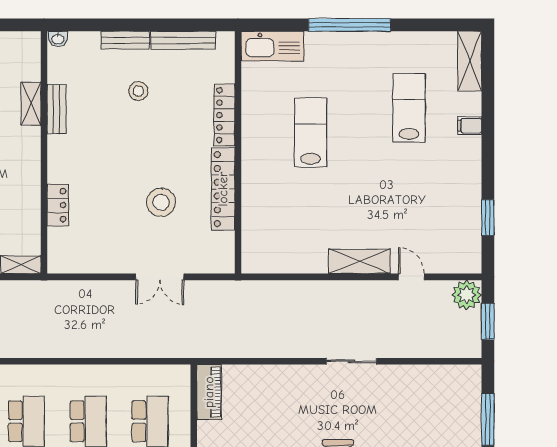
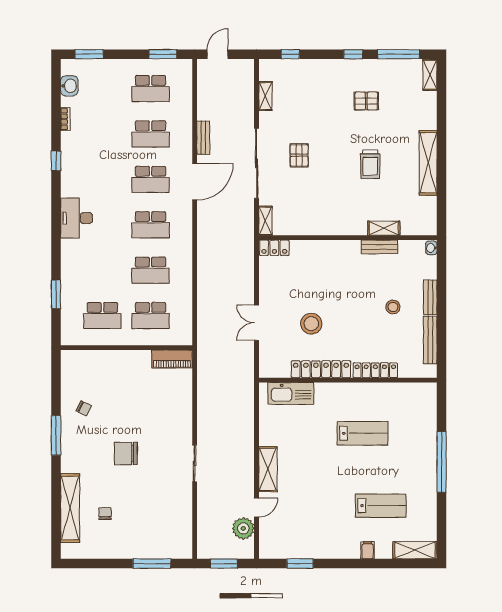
kitchen sink: (272, 46) -> (291, 393), moved, turned -90
locker: (58, 205) -> (274, 248), moved
plant: (467, 295) -> (243, 528), moved

